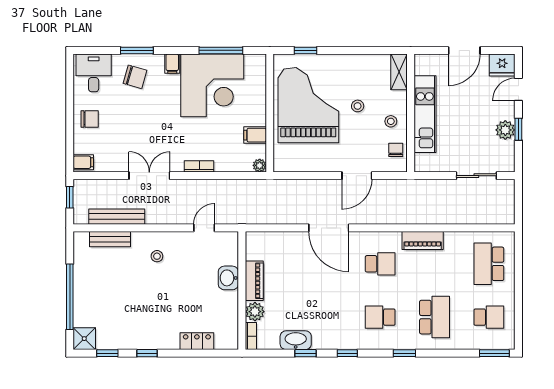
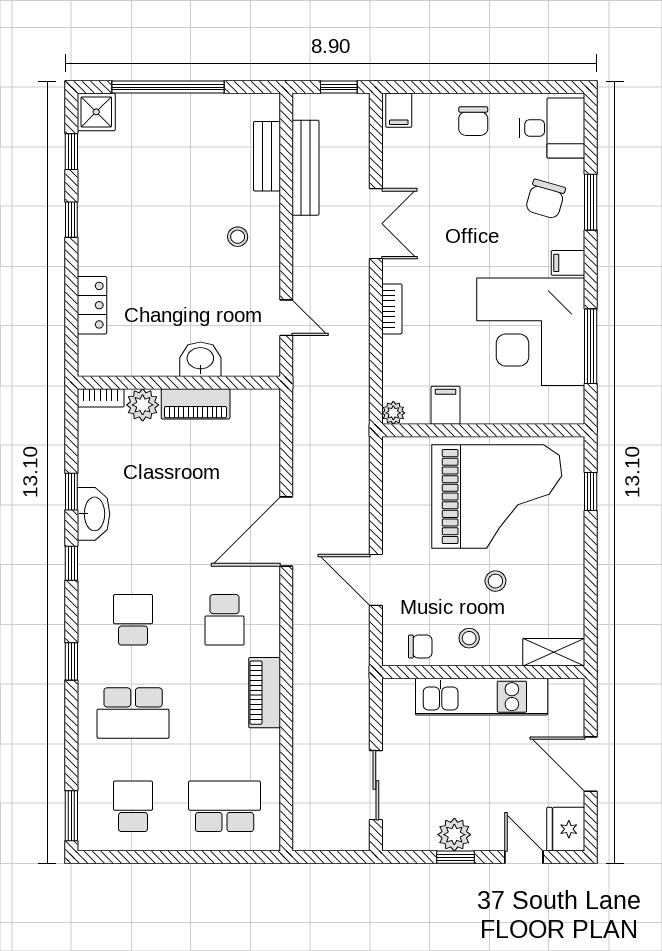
school desk: (489, 317) -> (133, 806), turned 180
washbasin: (296, 340) -> (93, 514), moved

